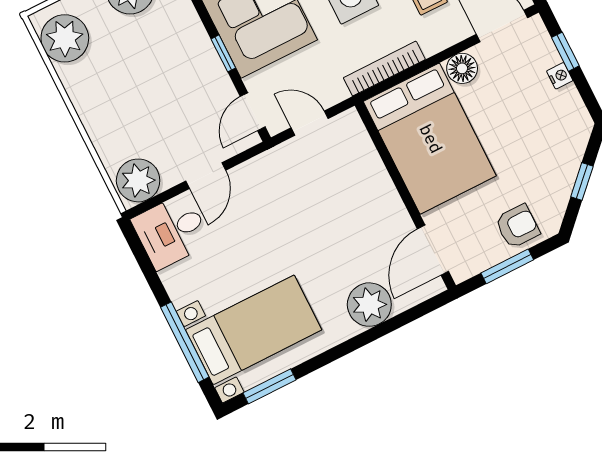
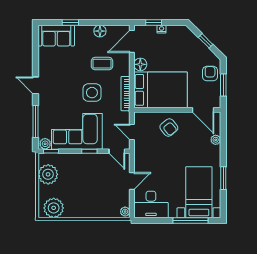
door: (310, 123) -> (132, 132), hinge flipped
door: (206, 176) -> (132, 181), hinge flipped
plant: (138, 180) -> (125, 212), width x0.53, depth x0.53
armchair: (359, 197) -> (169, 128), added
desk: (171, 231) -> (151, 204), width x1.37
plant: (369, 305) -> (216, 140), width x0.53, depth x0.53
window: (270, 386) -> (223, 178), moved

